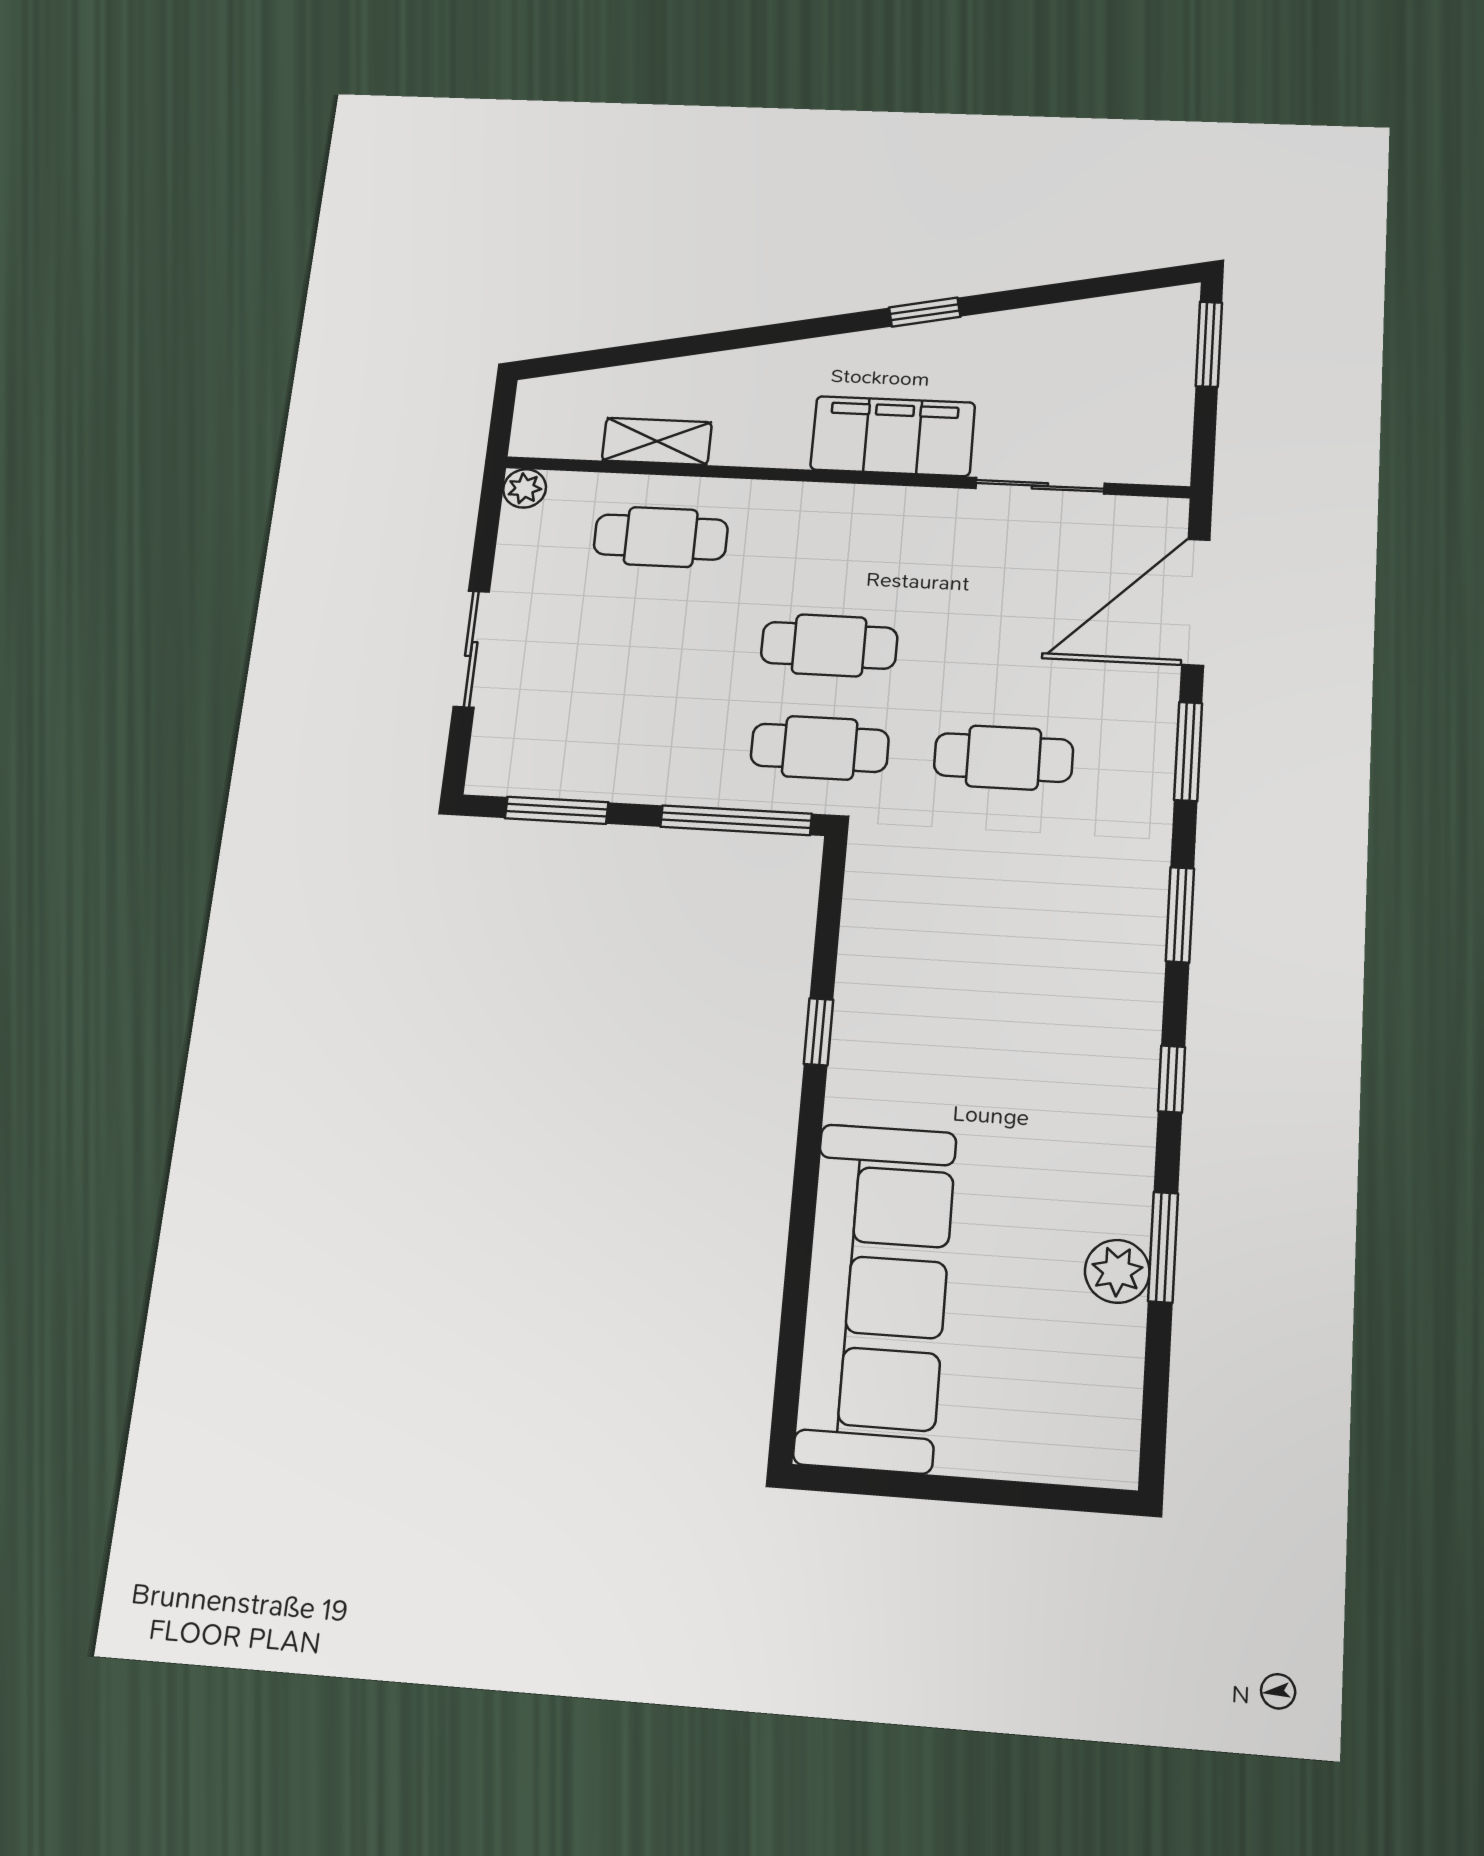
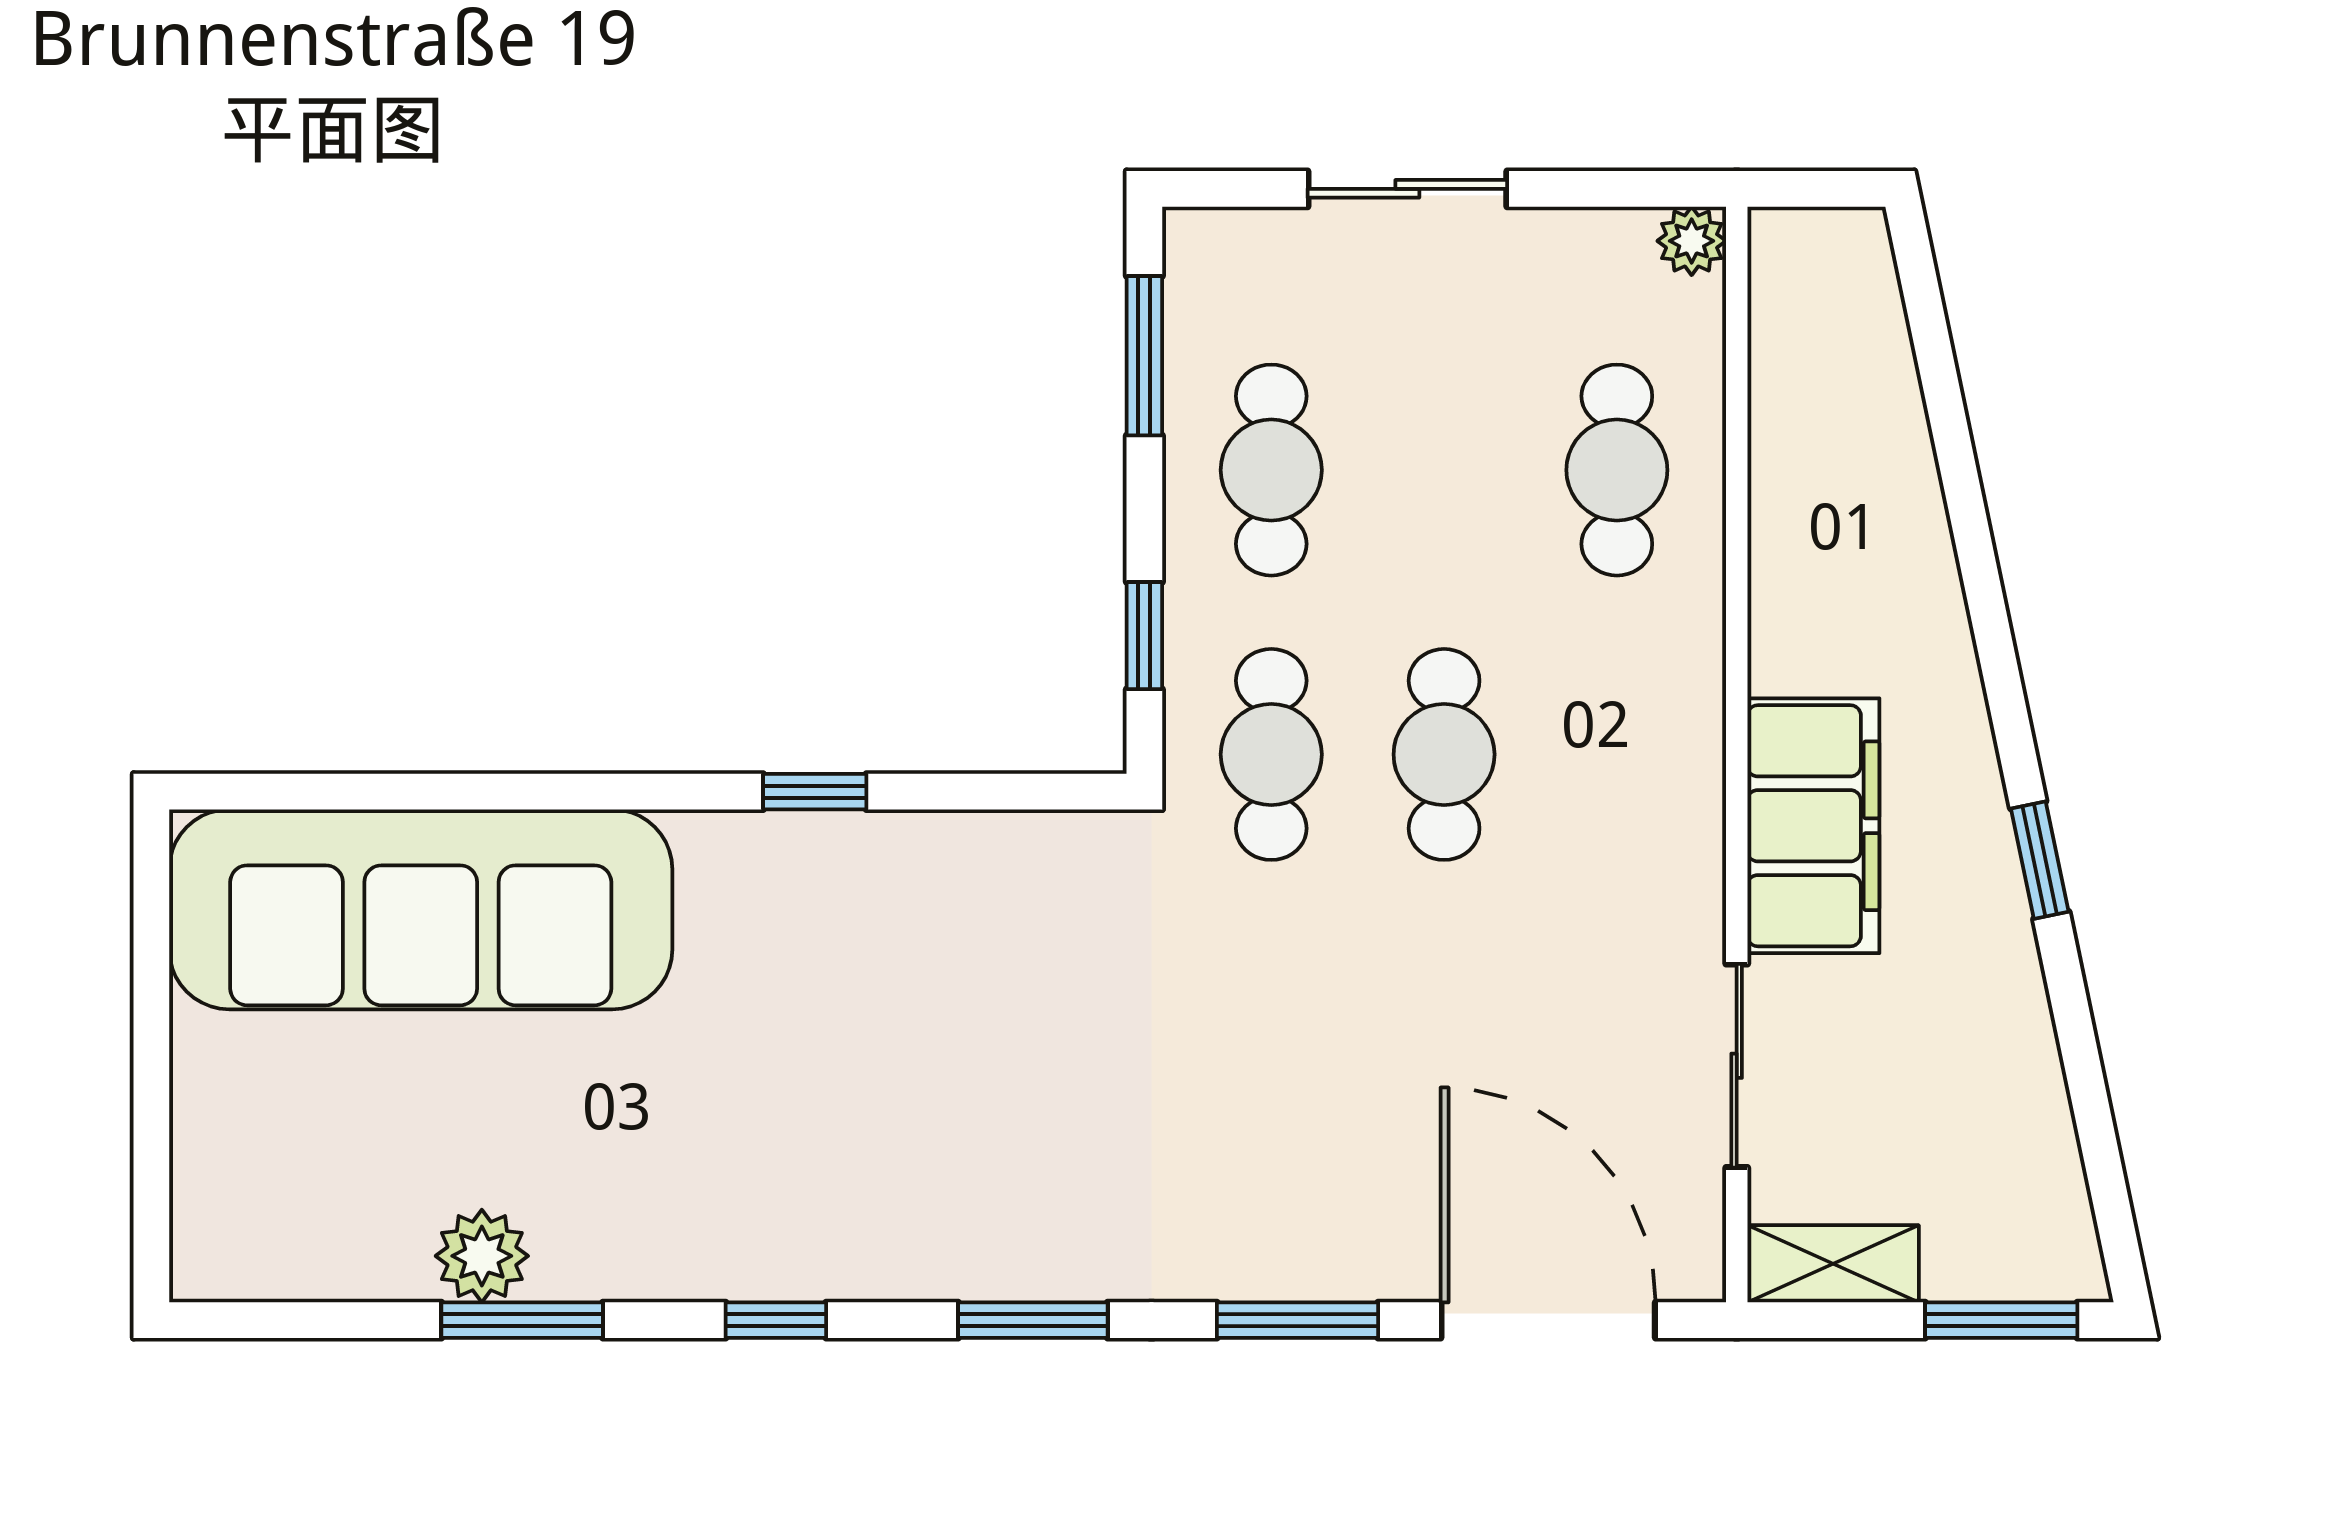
shelving: (657, 441) -> (1833, 1264), moved, turned 90
cafe table: (1004, 758) -> (1271, 470), moved
window: (736, 820) -> (1144, 636), width x0.46

